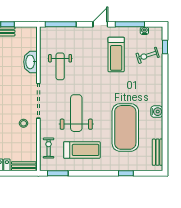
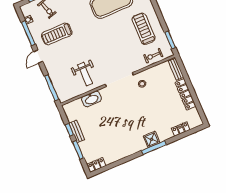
door: (100, 24) -> (38, 57), hinge flipped
treadmill: (116, 54) -> (57, 34), turned 180
weight bench: (60, 66) -> (85, 74), turned 90
weight bench: (76, 113) -> (116, 46), removed

